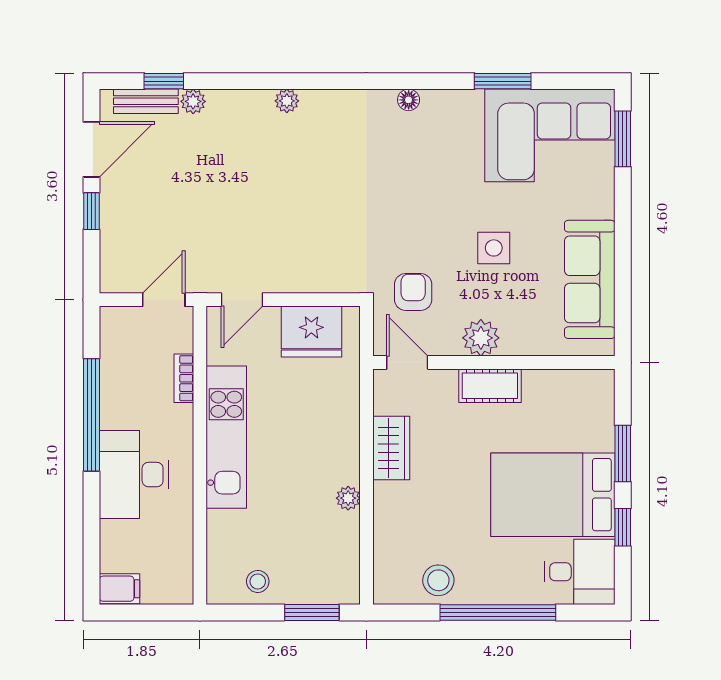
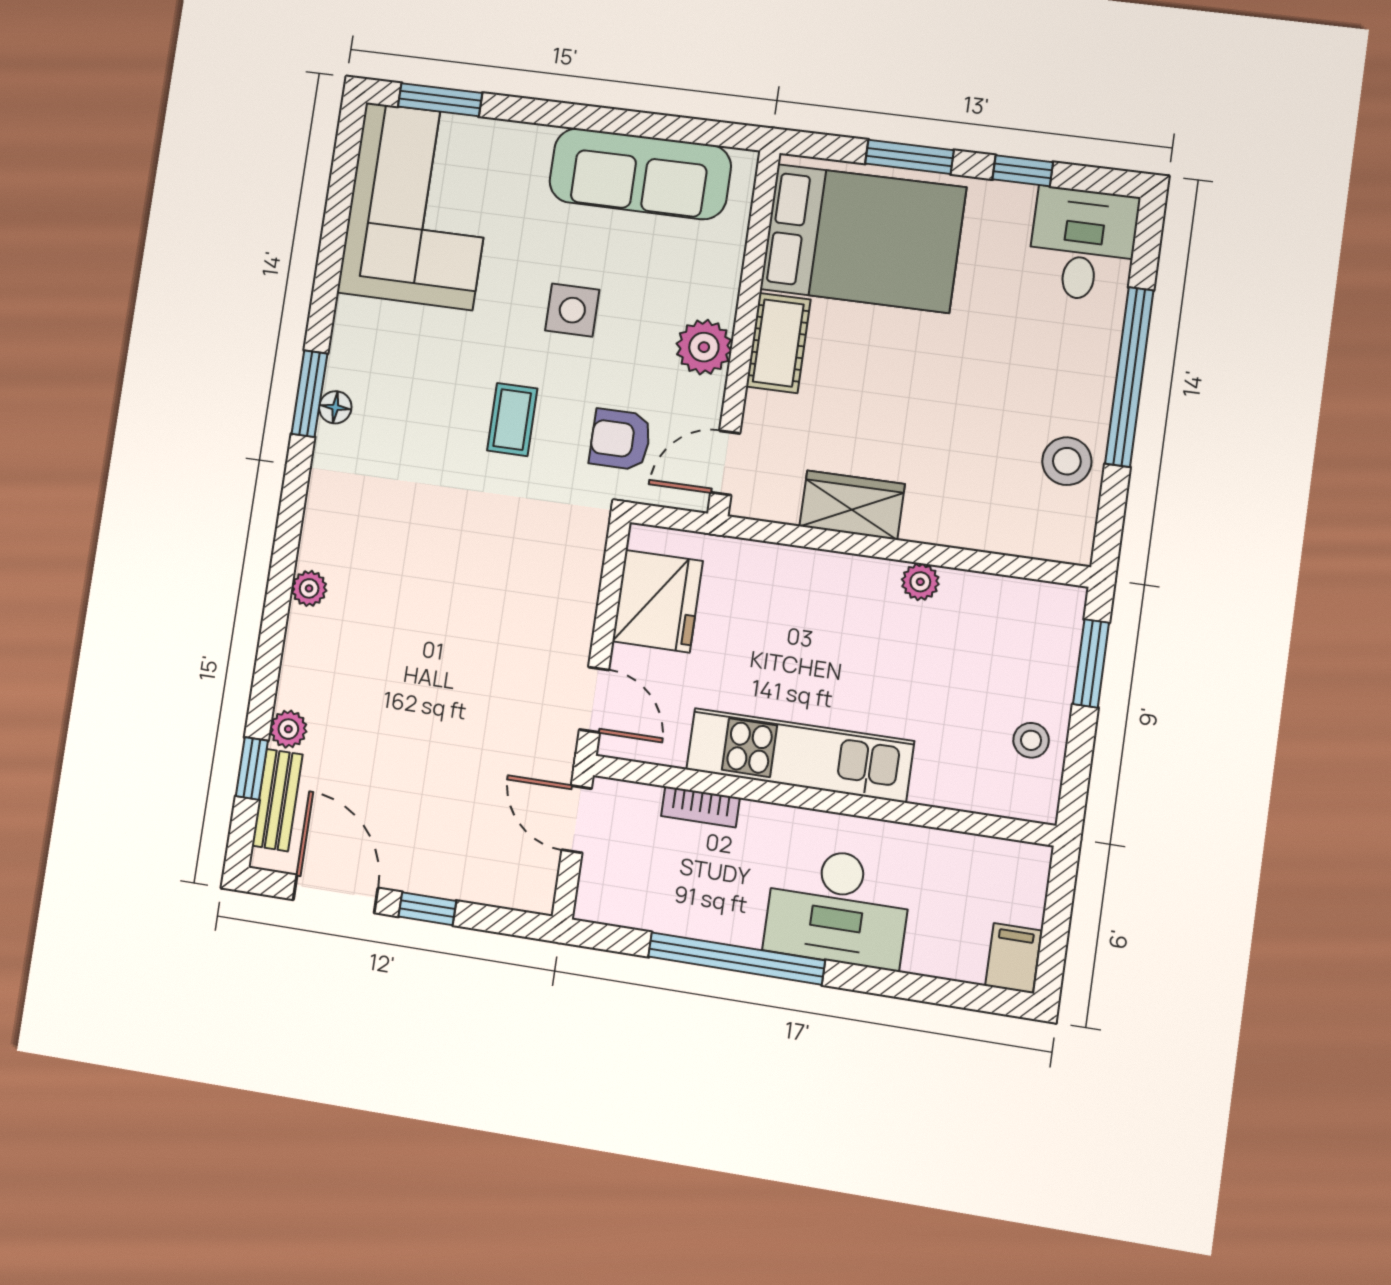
window: (503, 81) -> (309, 394), moved
coffee table: (416, 219) -> (512, 420), added
bed: (553, 495) -> (863, 238), moved, turned -90

